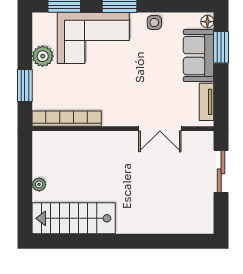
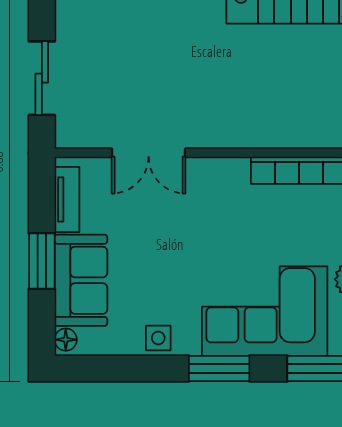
window: (221, 47) -> (42, 261), moved
double door: (160, 129) -> (149, 153), swing flipped

